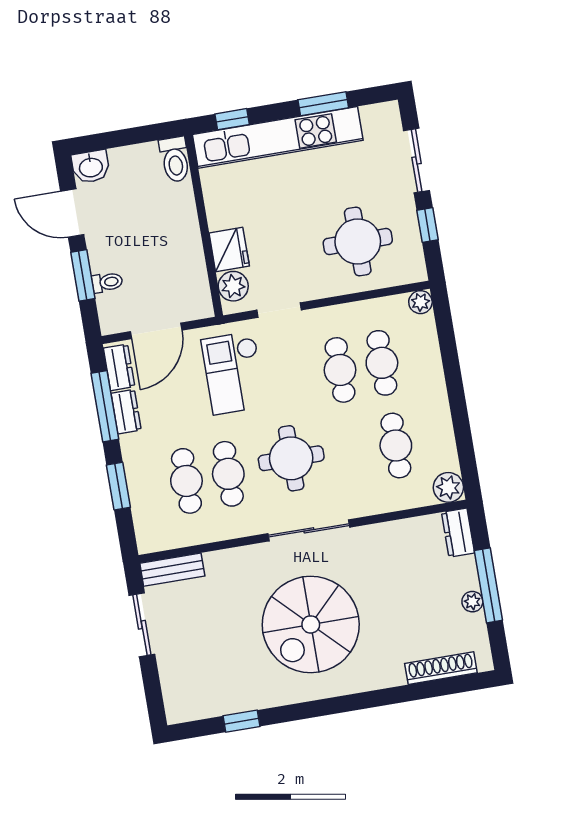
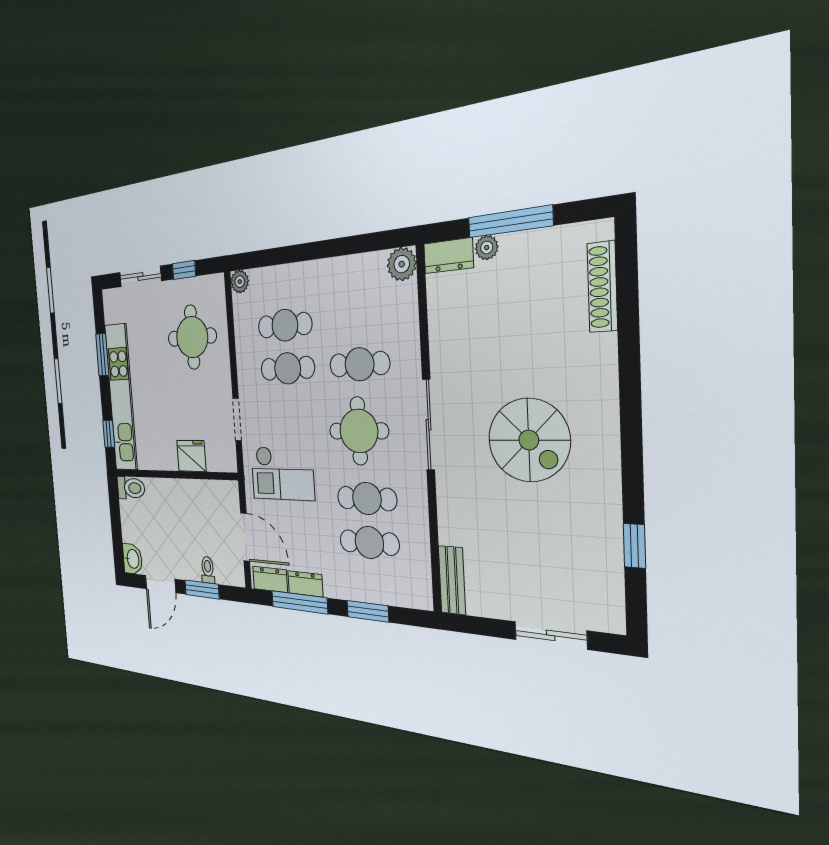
plant: (233, 286) -> (217, 458), removed
cafe table: (396, 446) -> (359, 364), moved
plant: (472, 602) -> (487, 248), moved
spiral stairs: (311, 624) -> (529, 440), width x0.73, depth x0.73
sliding door: (142, 625) -> (551, 635), moved

